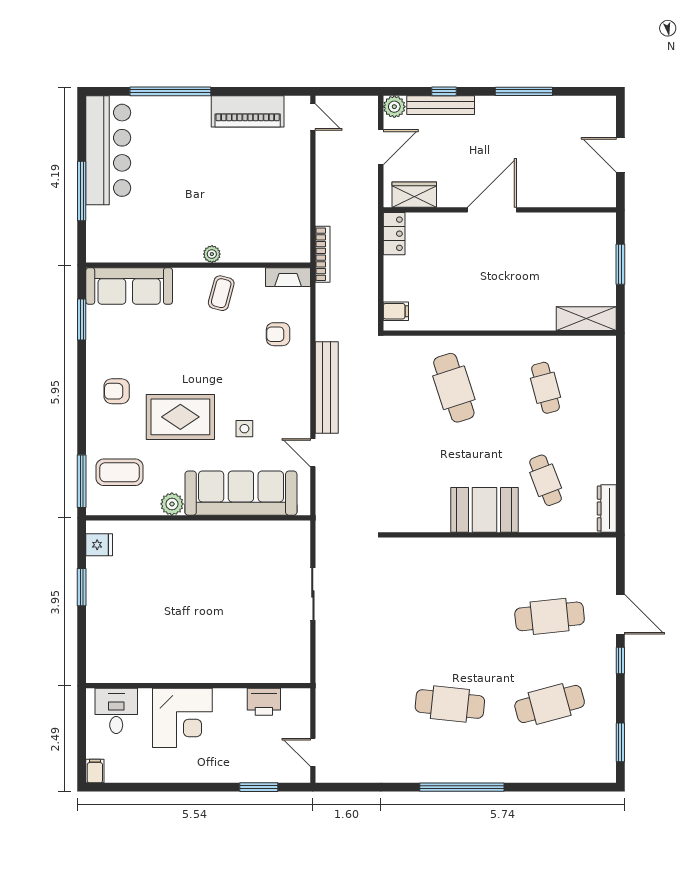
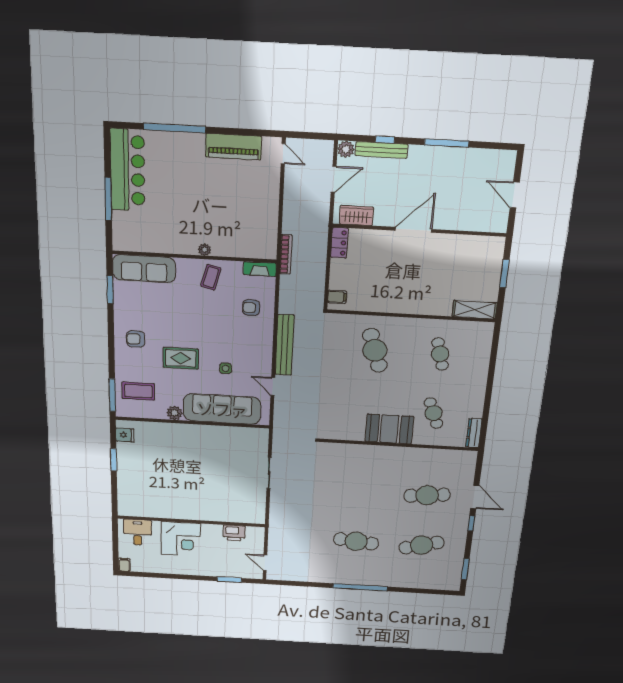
rug: (180, 417) -> (181, 358), width x0.73, depth x0.70

